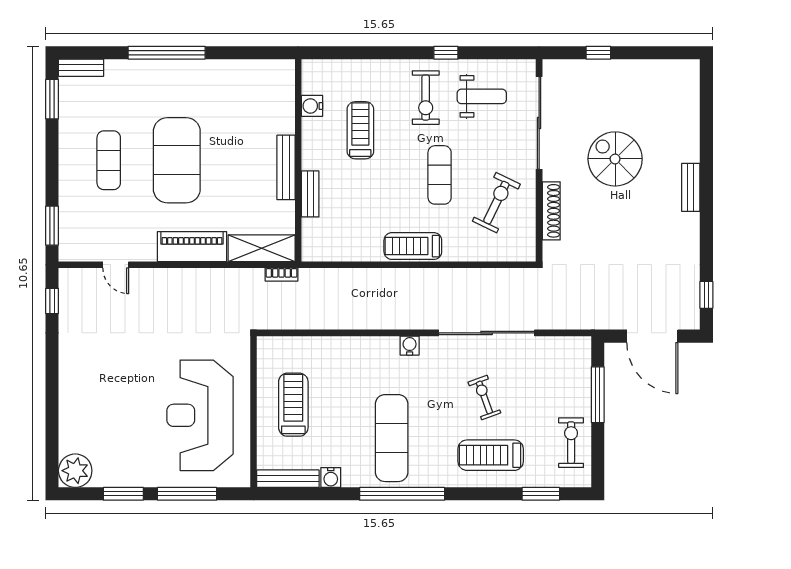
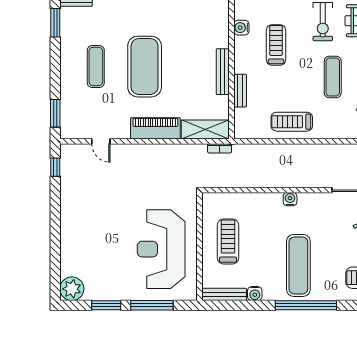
treadmill: (413, 246) -> (292, 122), moved
water cooler: (410, 346) -> (290, 199), moved

